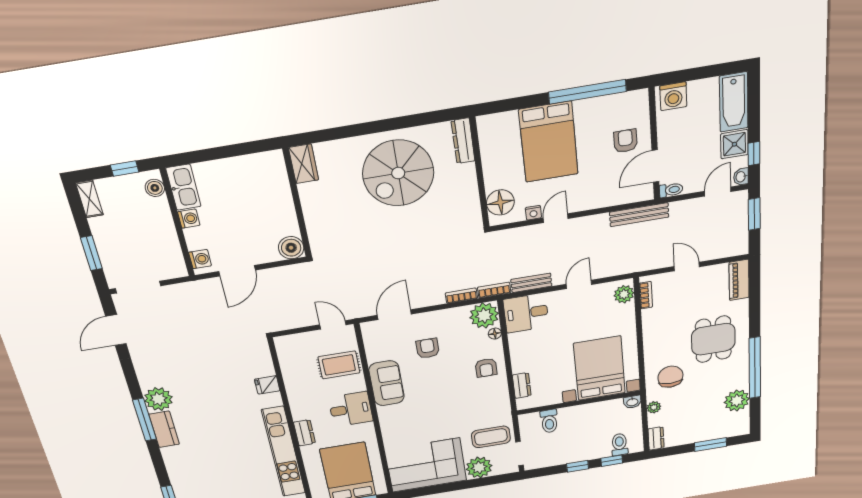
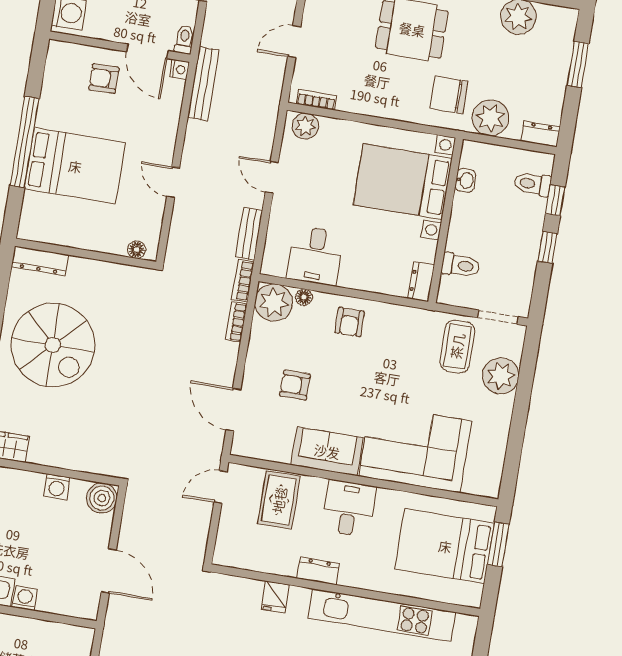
window: (587, 92) -> (25, 142), moved
floor lamp: (500, 202) -> (137, 250), width x0.53, depth x0.53
nightstand: (533, 213) -> (179, 69), moved
washing machine: (200, 259) -> (57, 487), moved, turned 180
desk: (526, 313) -> (315, 256), moved
armchair: (486, 368) -> (350, 322), turned 90
dresser: (522, 385) -> (421, 282), moved, turned -90
washbasin: (632, 402) -> (465, 180), moved
plant: (654, 407) -> (490, 118), width x1.87, depth x1.87
dresser: (304, 433) -> (318, 571), moved
corner sofa: (426, 465) -> (415, 449), moved, turned 90

